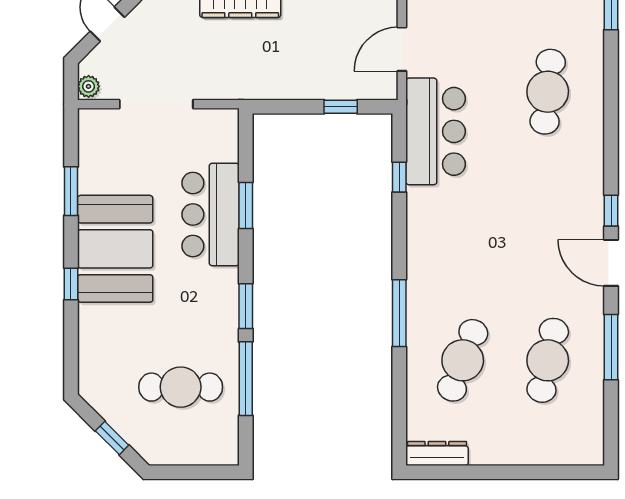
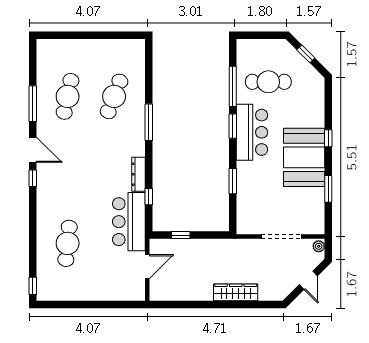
bar counter: (211, 214) -> (252, 132), moved
dresser: (437, 453) -> (138, 174), moved, turned 90

